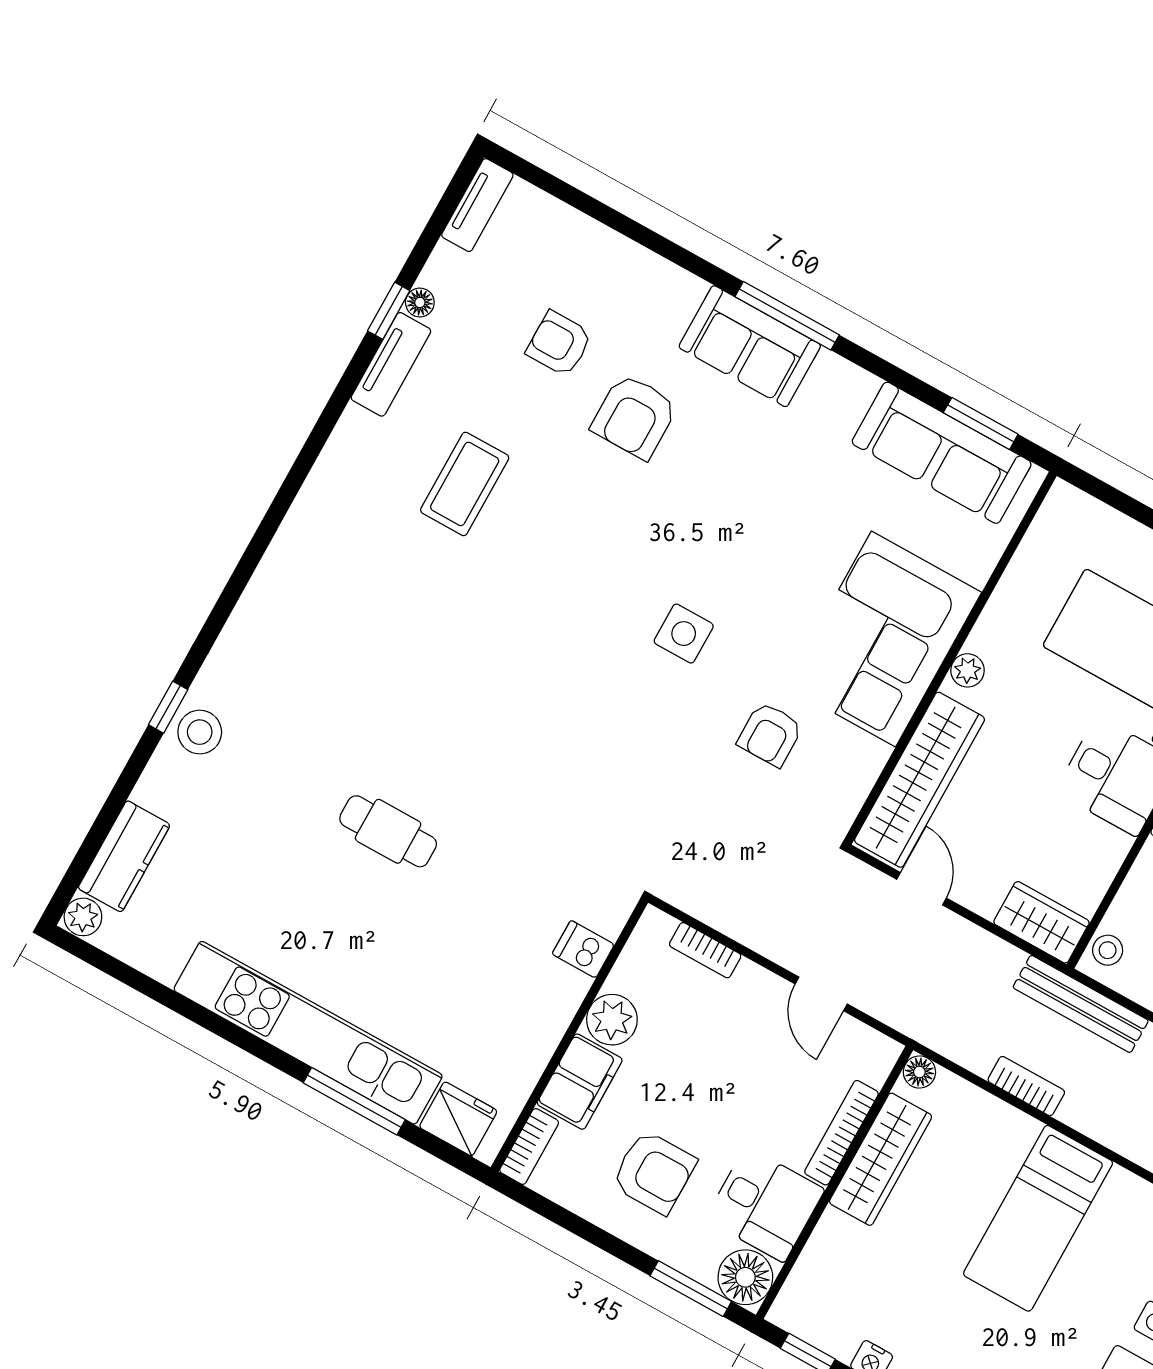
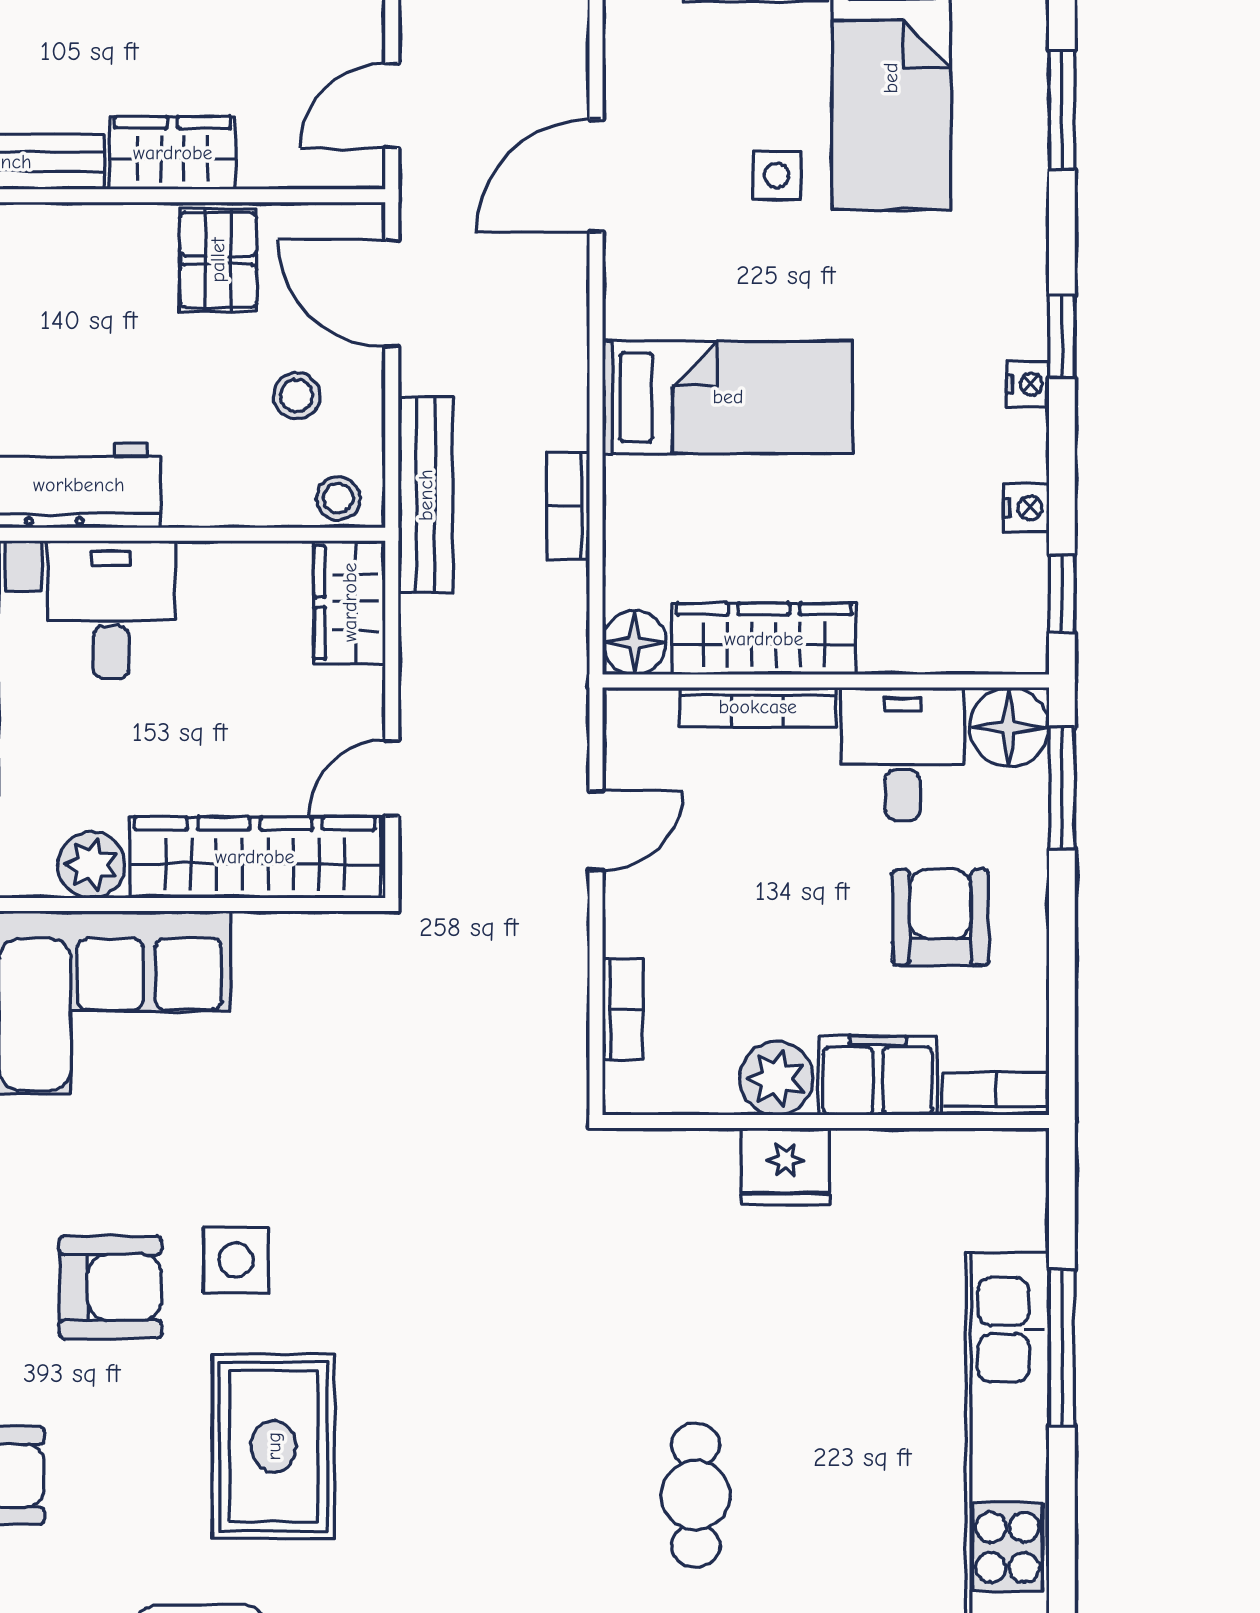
rug: (559, 594) -> (274, 1446), added
plant: (967, 670) -> (91, 865), width x1.38, depth x1.38
armchair: (770, 734) -> (110, 1287), moved, width x1.38, depth x1.38
dishwasher: (583, 949) -> (707, 1164), removed
floor lamp: (919, 1072) -> (634, 643), width x1.37, depth x1.37
fridge: (458, 1119) -> (785, 1166), moved, turned -90

